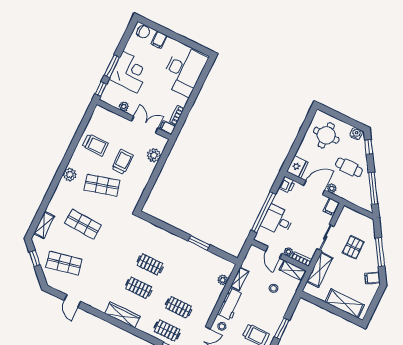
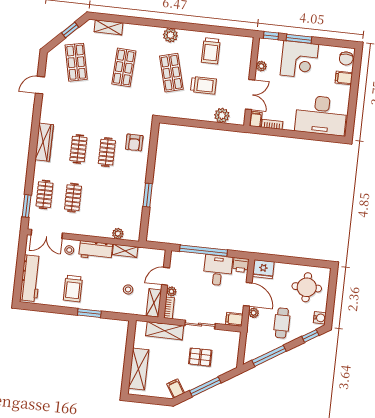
desk: (278, 220) -> (218, 270), moved
armchair: (150, 238) -> (134, 142), added

